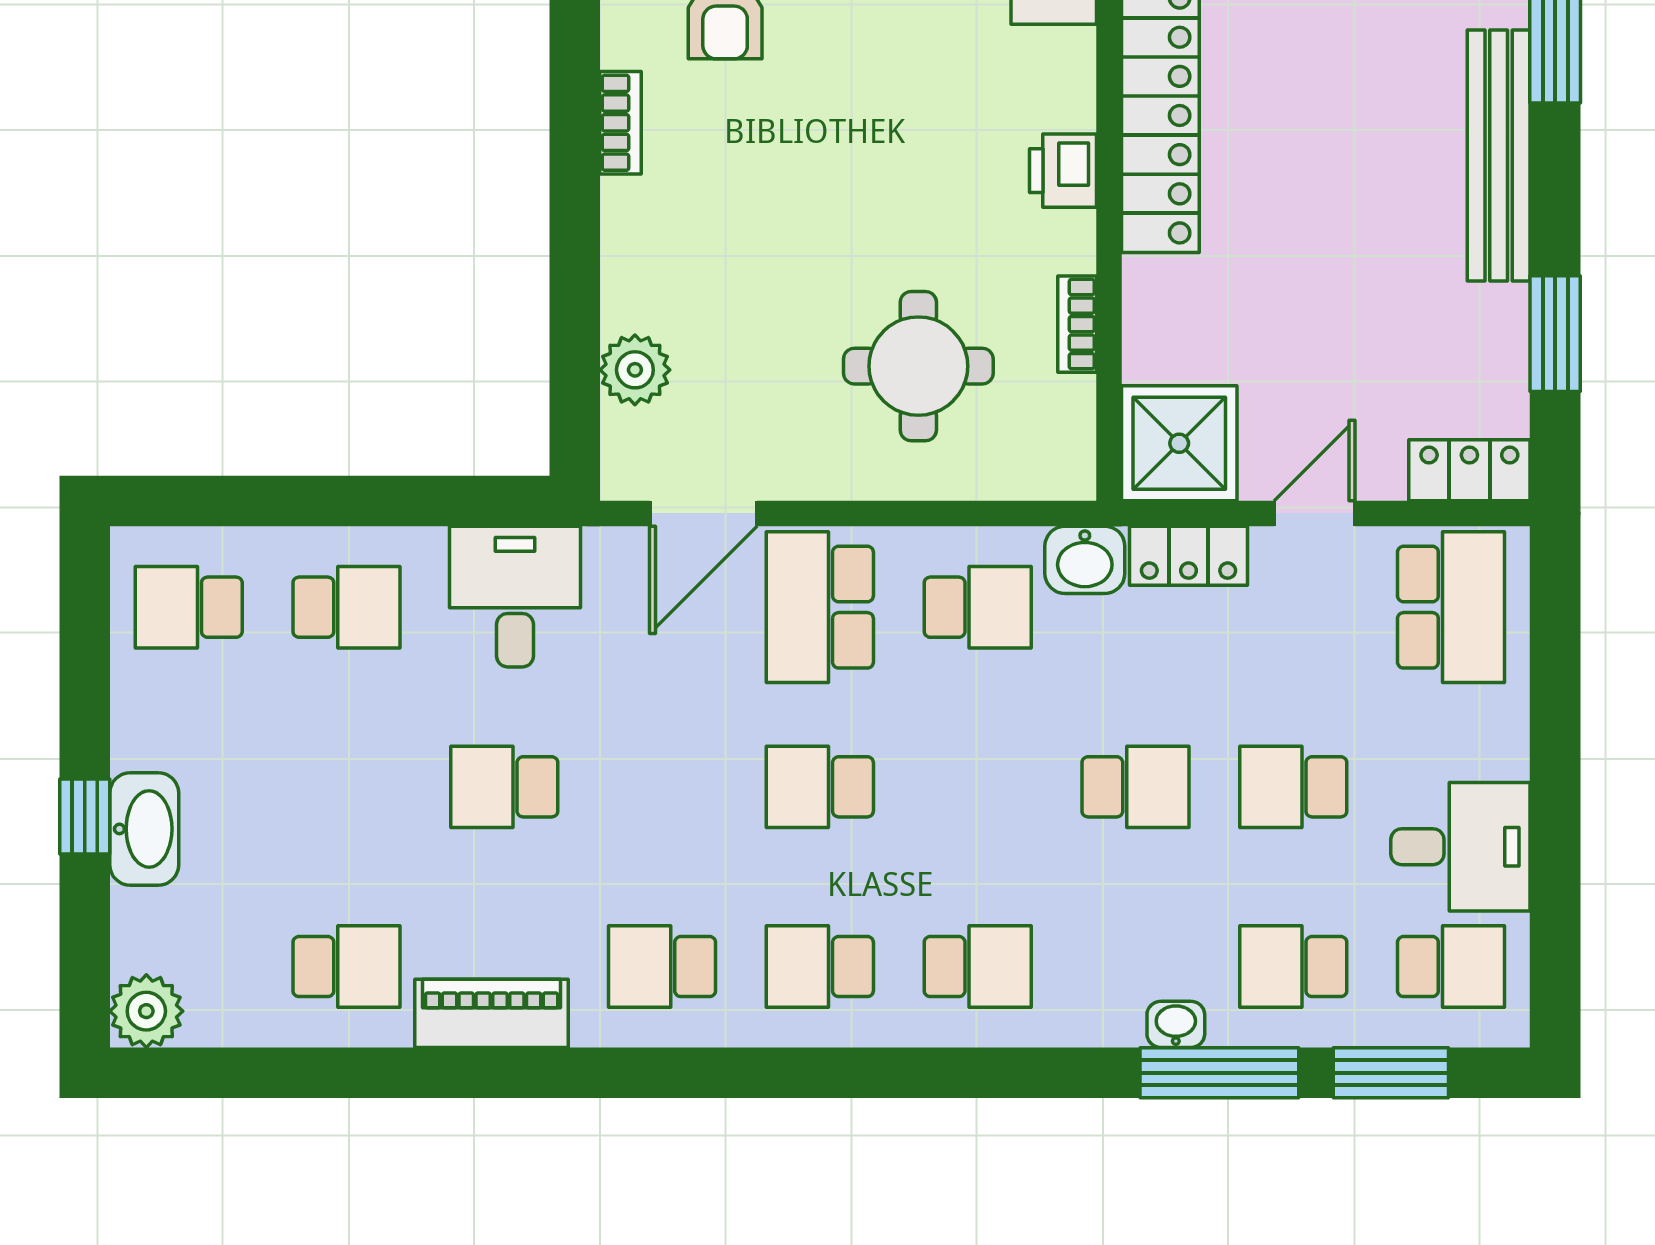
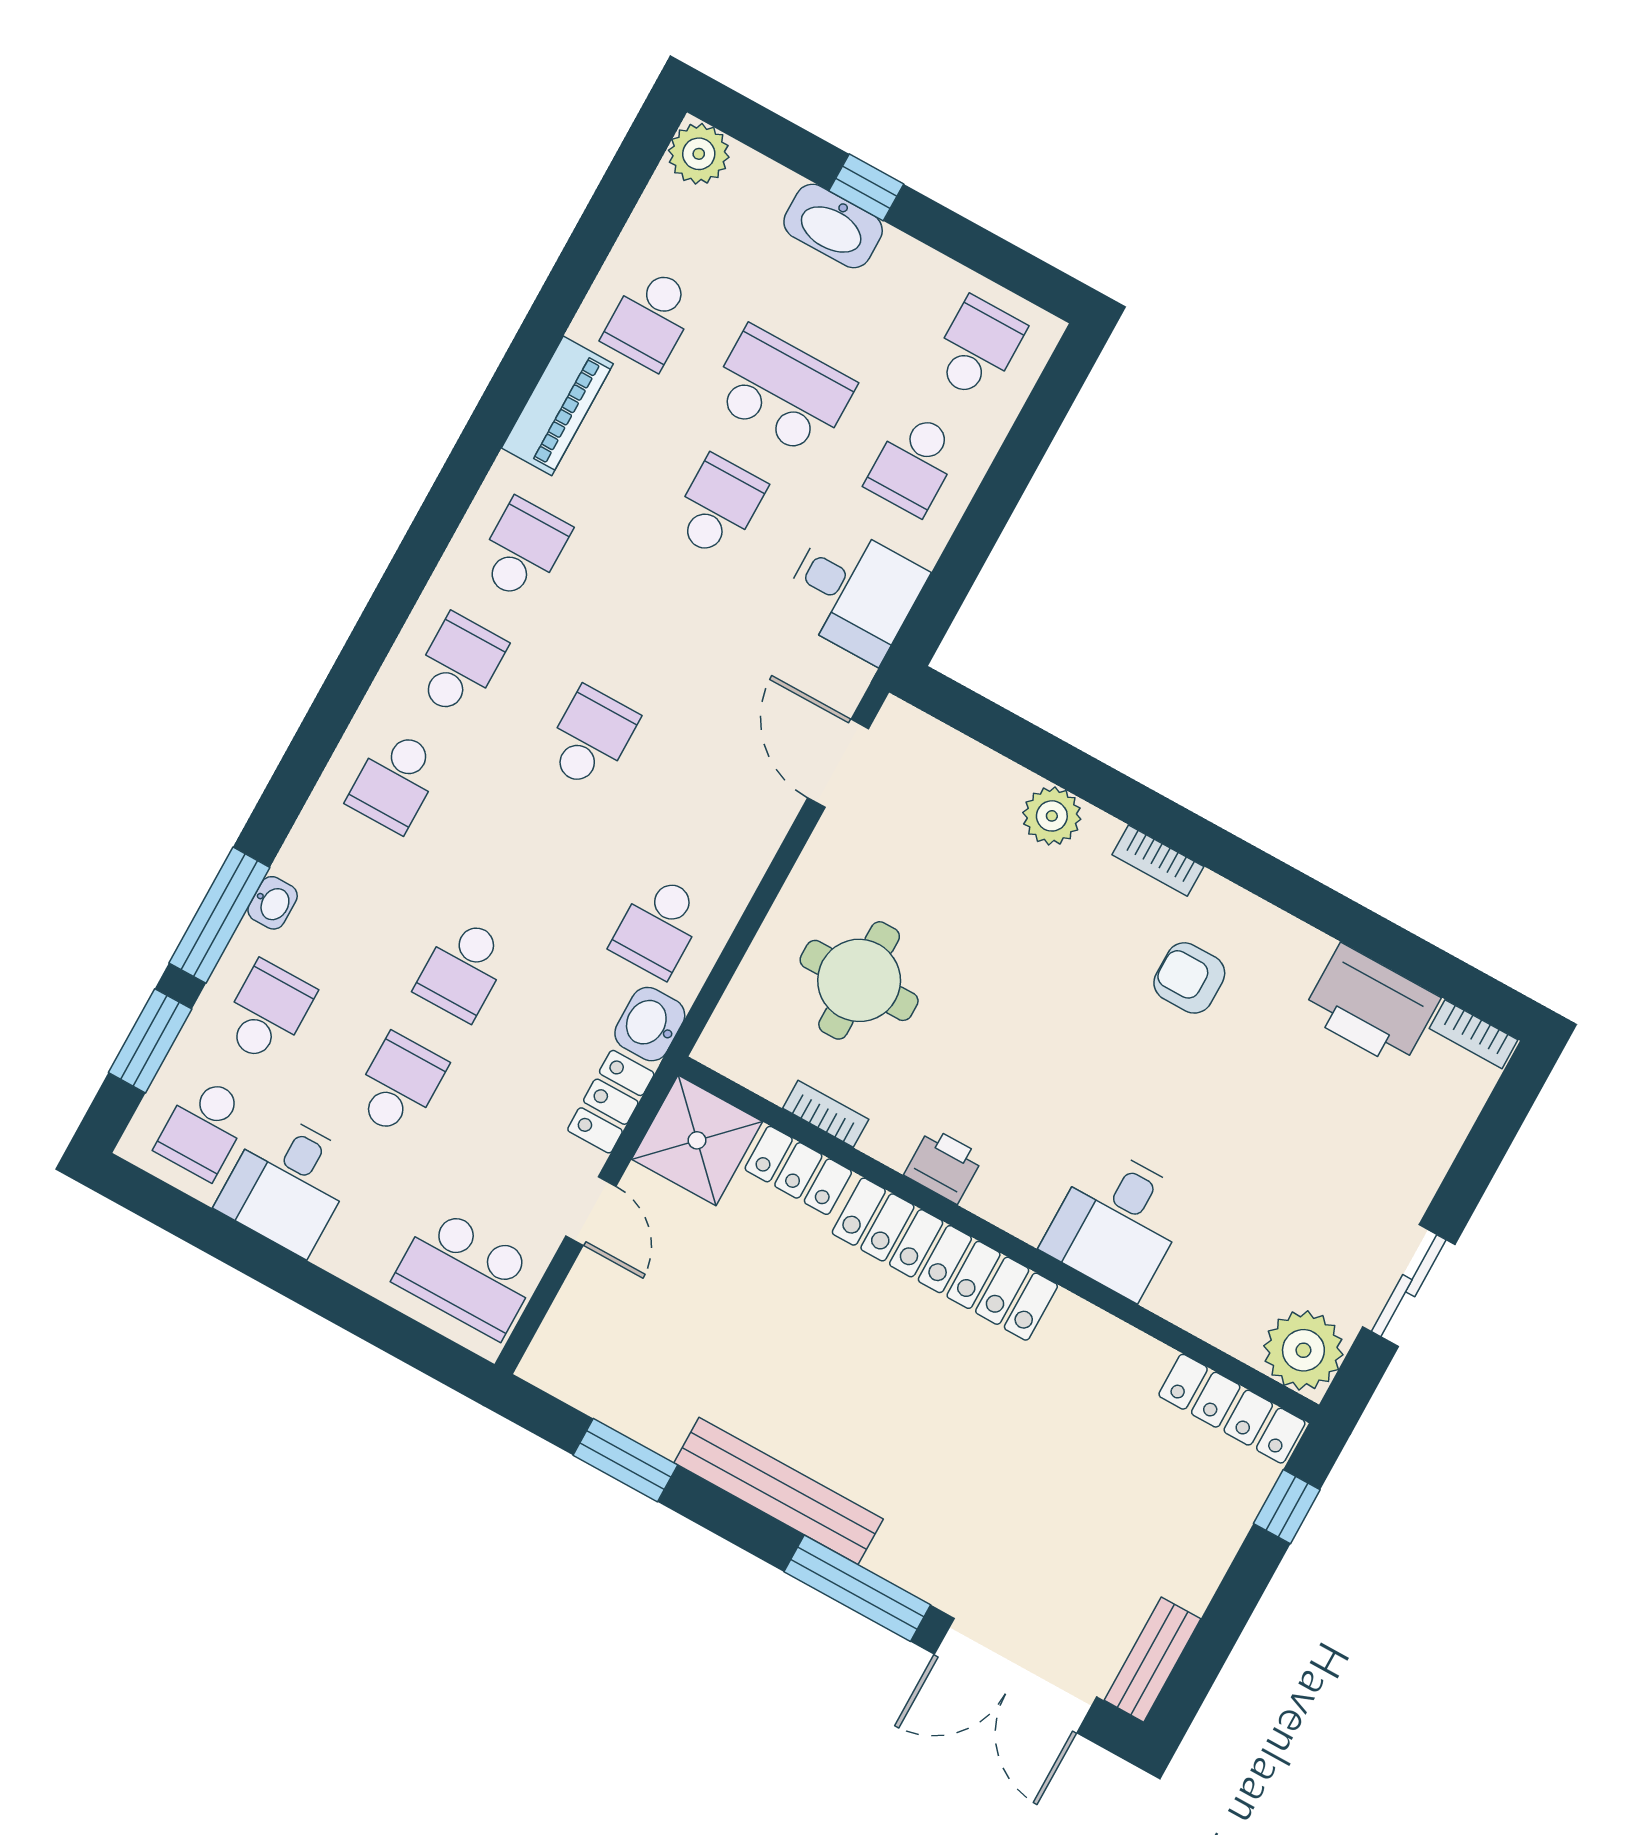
plant: (635, 370) -> (1052, 816), moved
locker: (1469, 470) -> (798, 1170), moved, turned 90
school desk: (820, 607) -> (782, 391), moved

